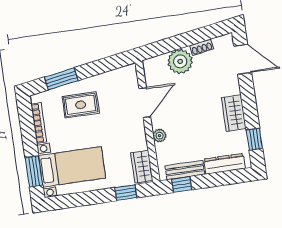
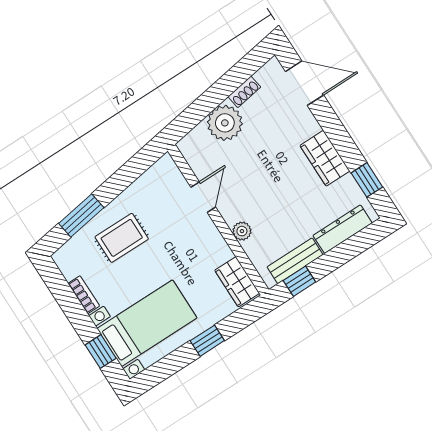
door: (145, 103) -> (203, 197), width x0.73
bookcase: (39, 123) -> (84, 295), width x0.64
window: (34, 171) -> (101, 352), width x0.67
window: (126, 193) -> (207, 341), moved

